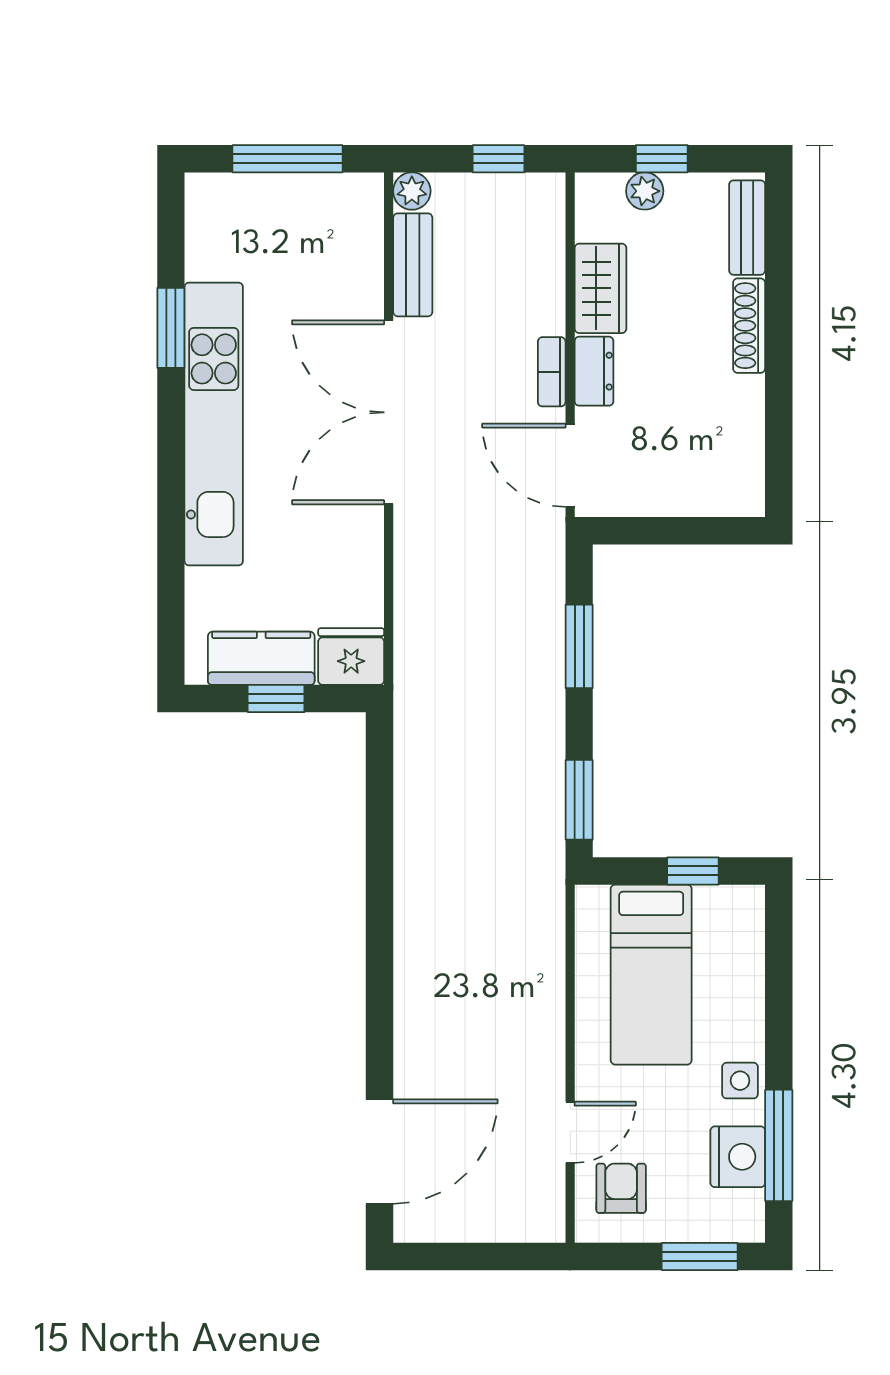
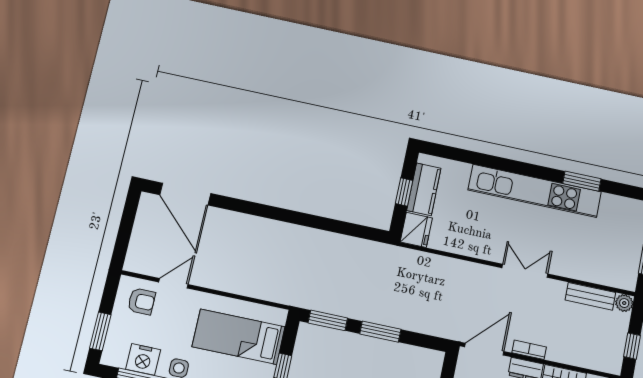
double door: (389, 412) -> (525, 271), width x0.54
window: (579, 646) -> (380, 332), moved
door: (570, 1132) -> (173, 283), swing flipped

